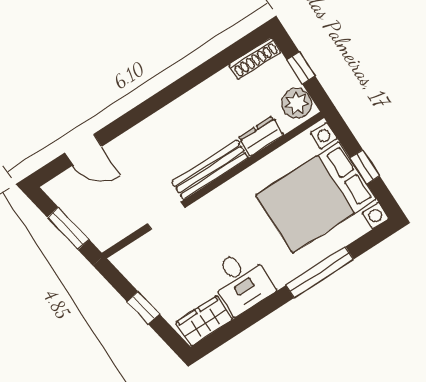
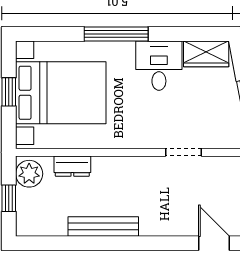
shoe rack: (255, 58) -> (39, 228), removed
bench: (210, 170) -> (103, 226), moved
window: (320, 272) -> (116, 34), moved

